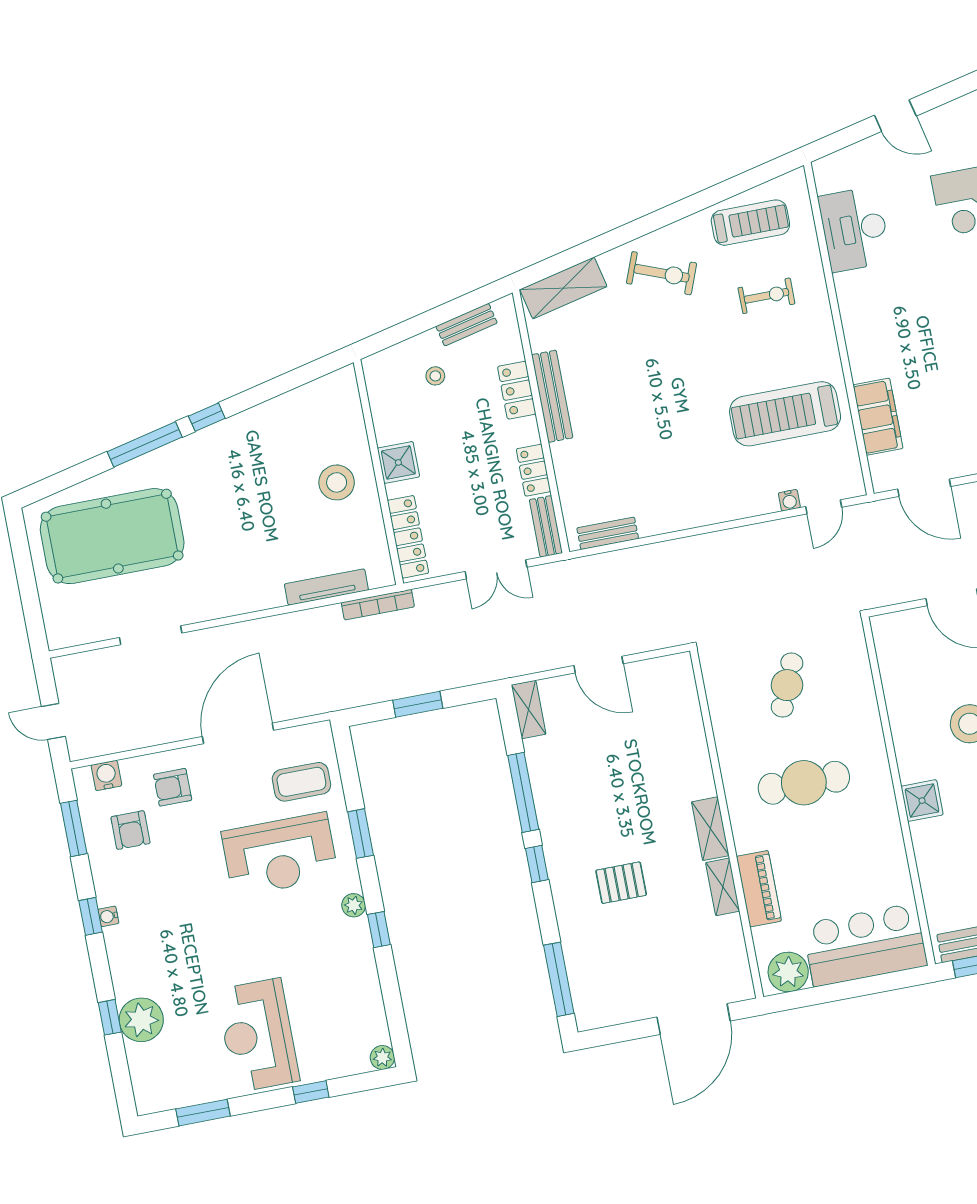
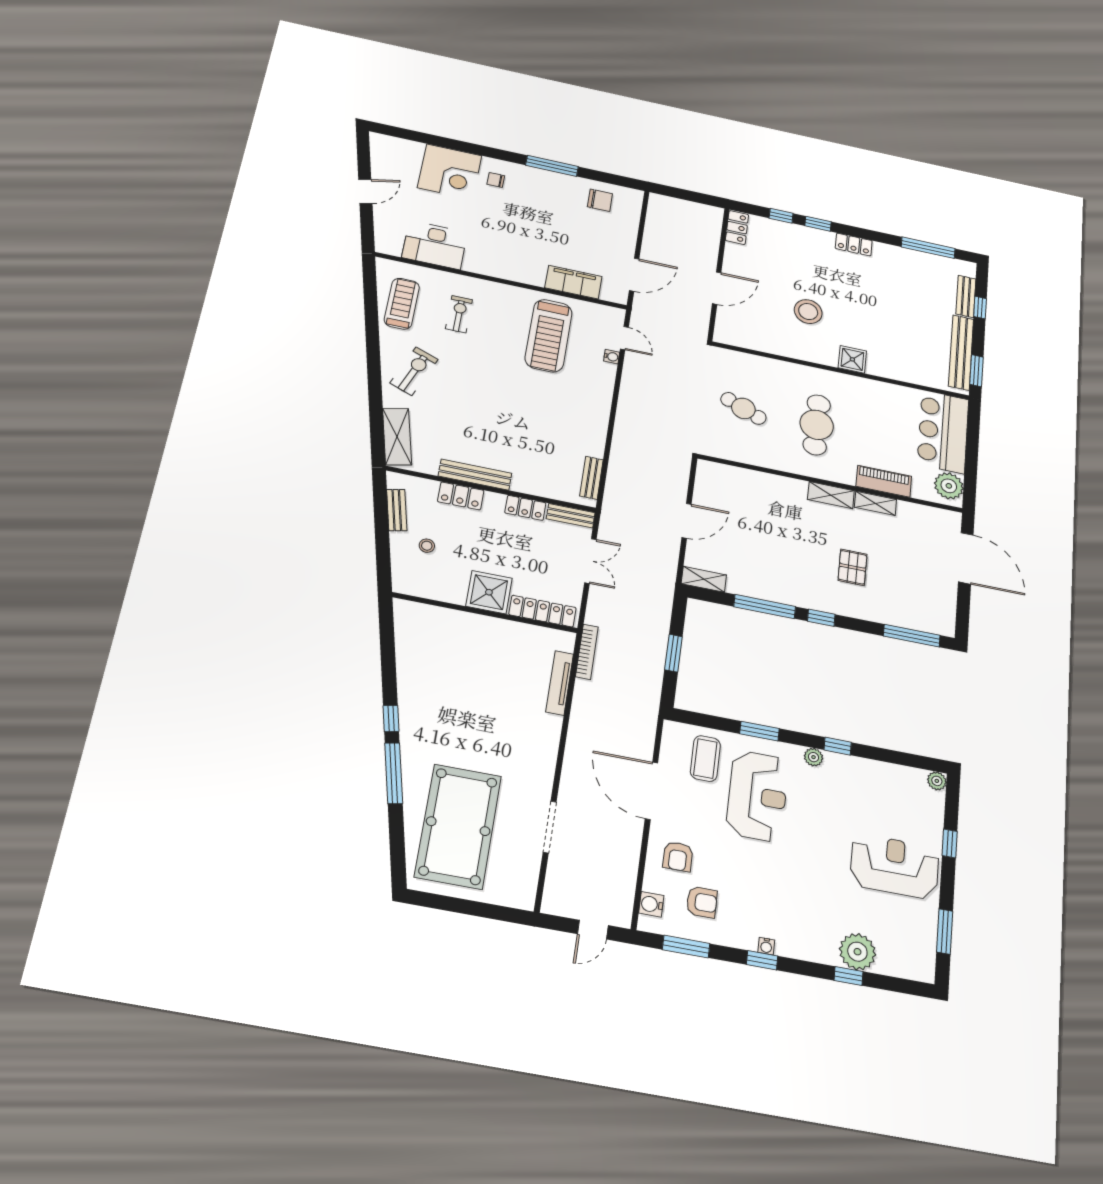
shower: (398, 462) -> (489, 592), width x1.36, depth x1.36
stool: (337, 482) -> (481, 645), removed
reception desk: (258, 1035) -> (895, 866), turned 180

